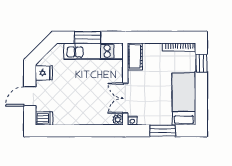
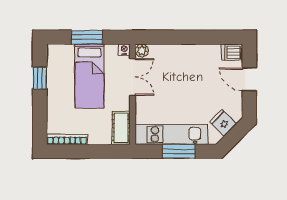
window: (201, 63) -> (40, 78), moved
fridge: (44, 73) -> (223, 123), moved, turned 45
door: (30, 96) -> (249, 79), swing flipped
bed: (184, 99) -> (89, 76), moved

